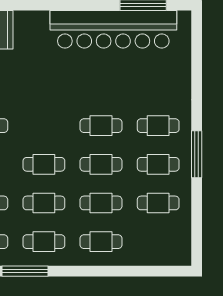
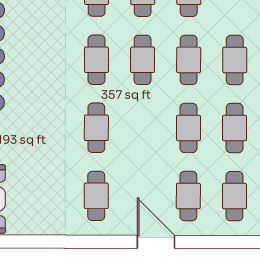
cafe table: (44, 164) -> (96, 128), moved

